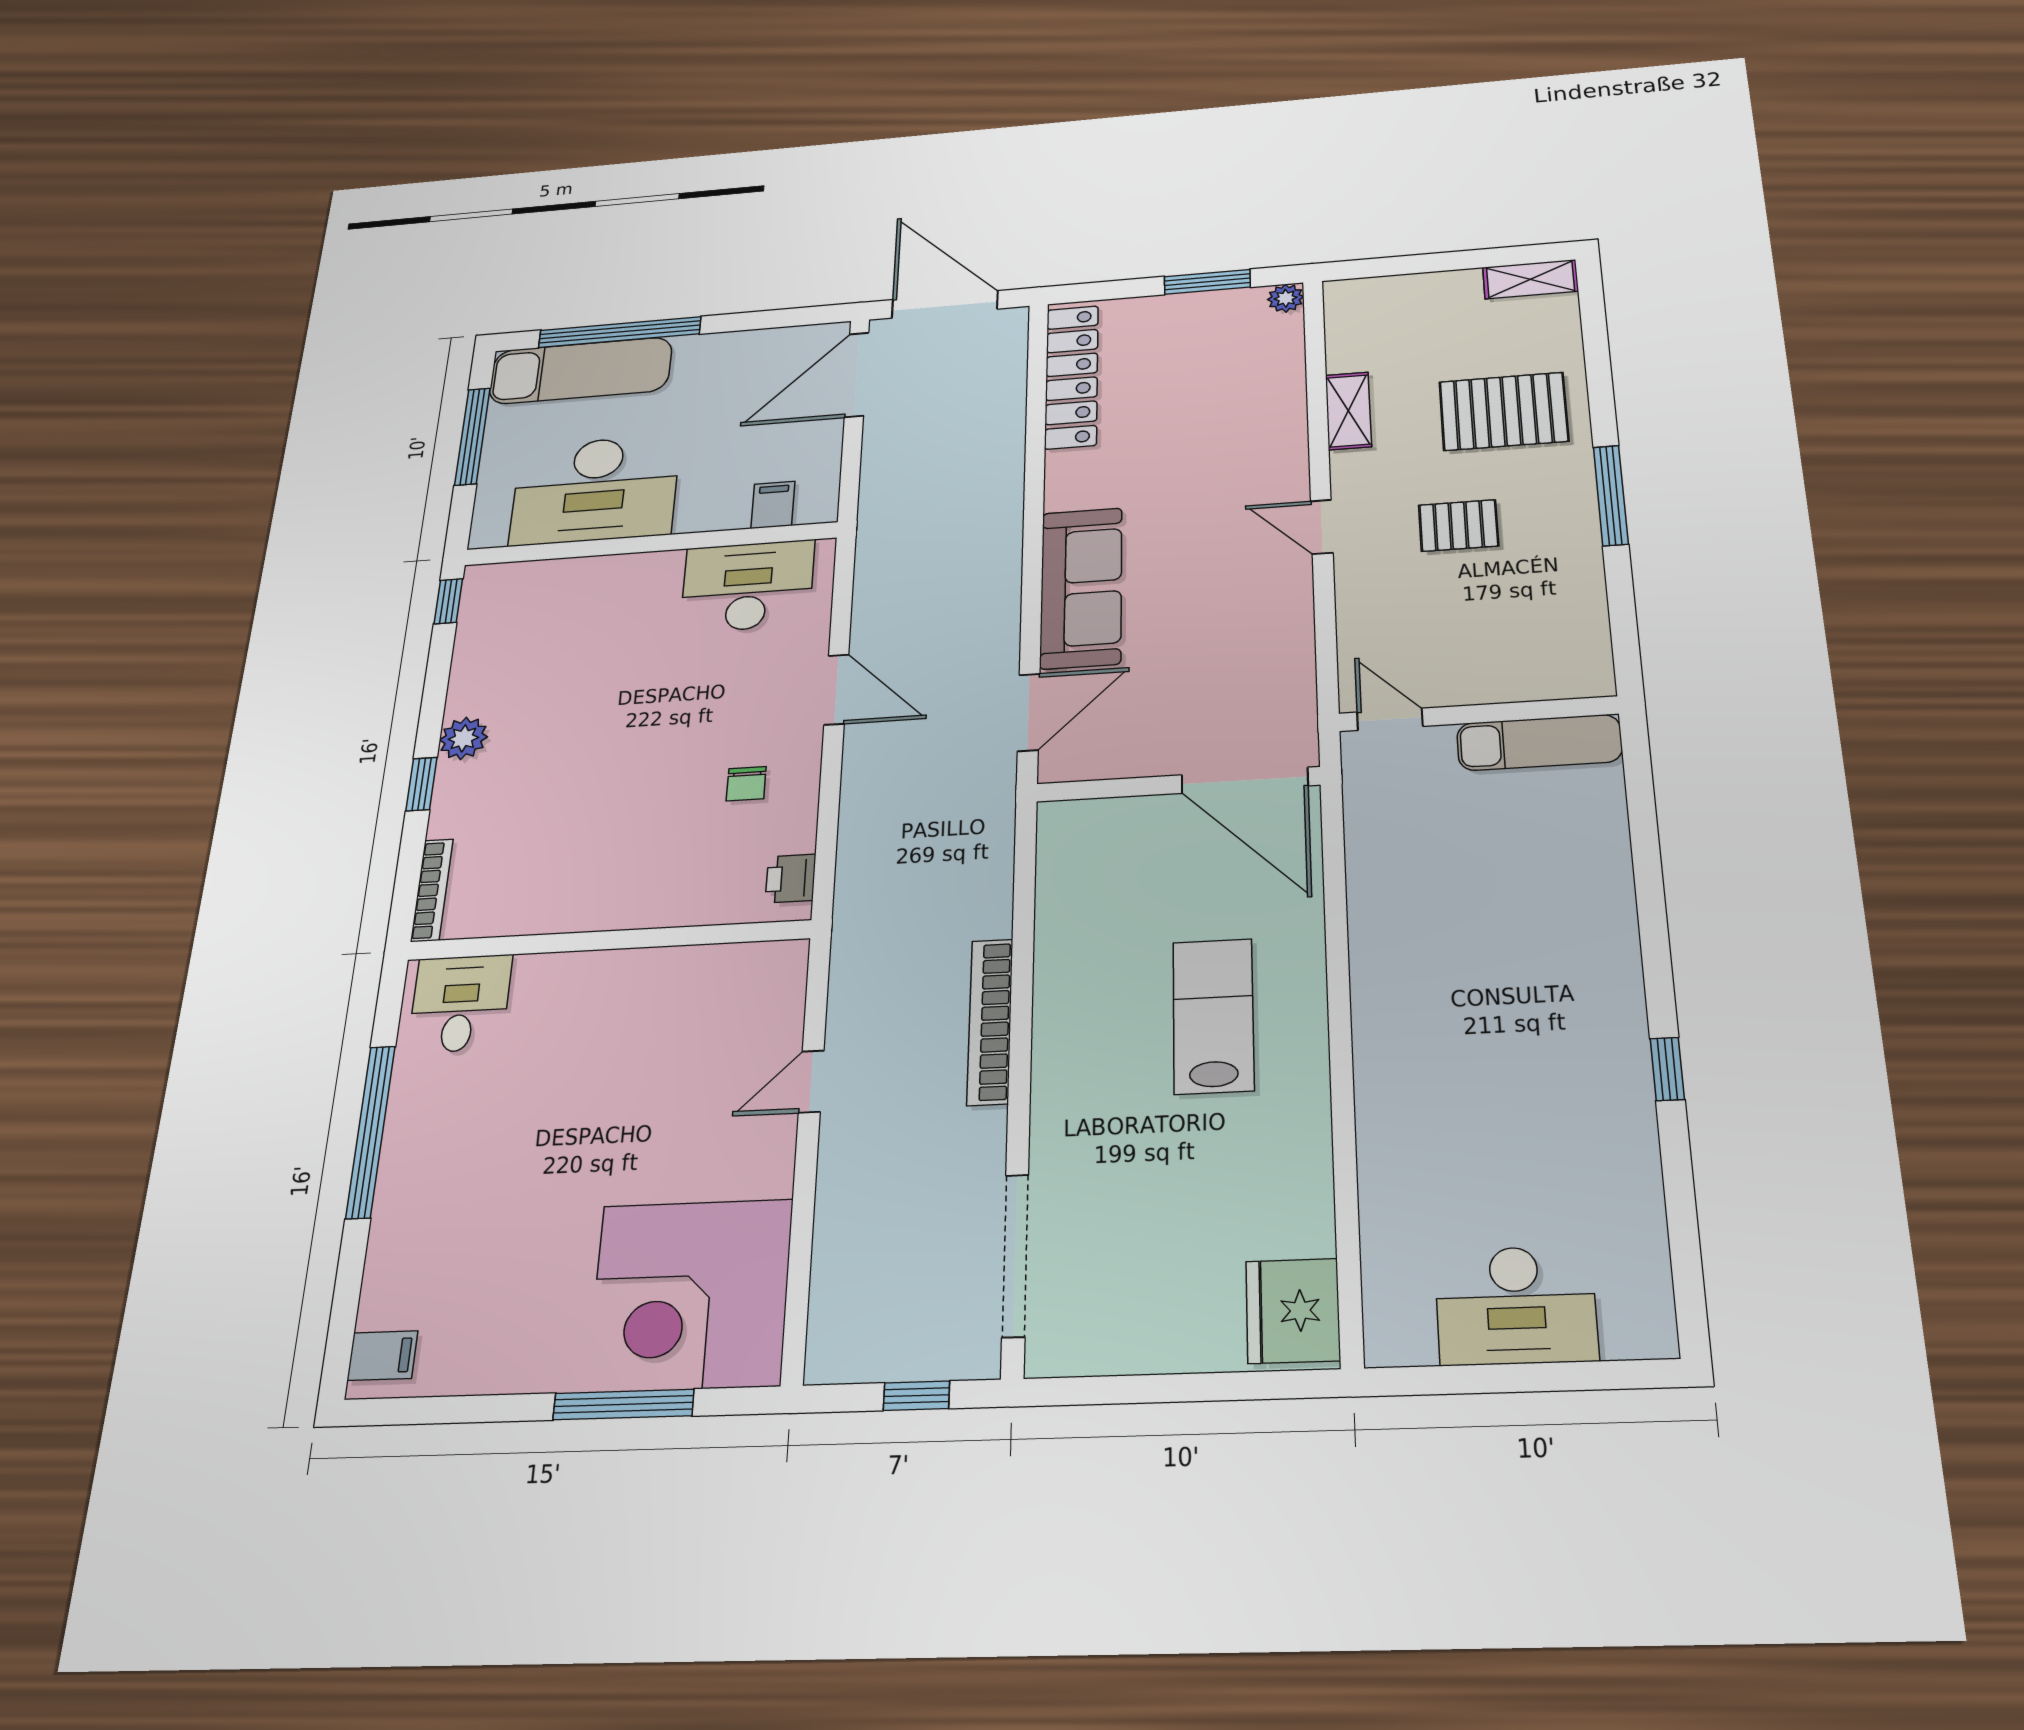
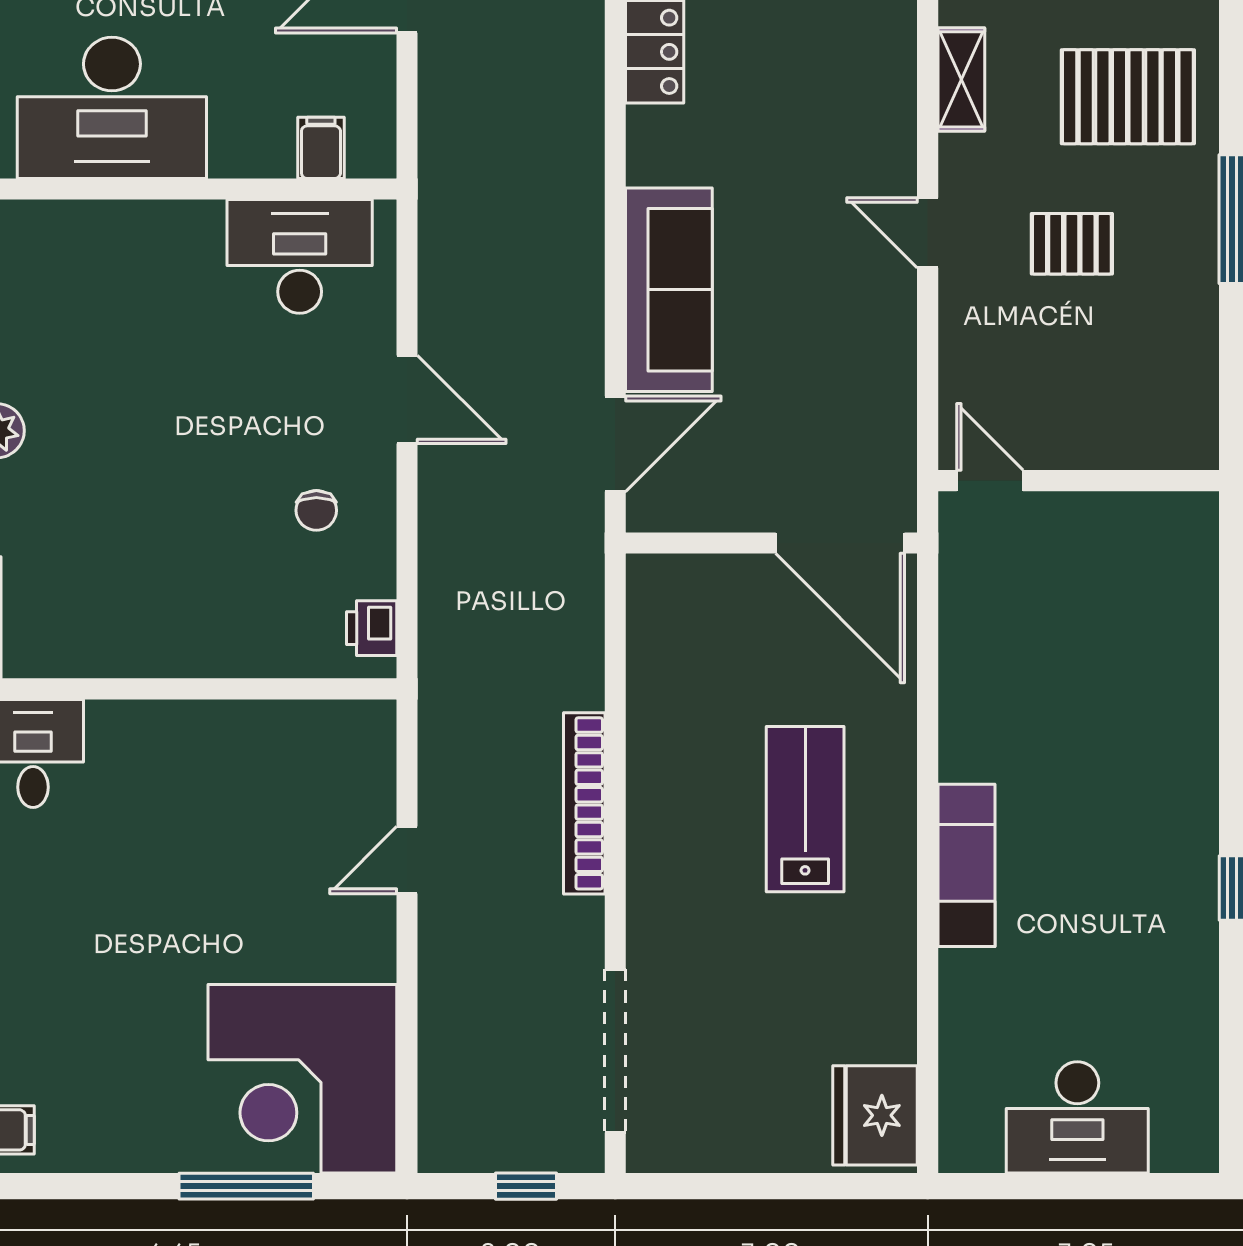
exam couch: (1539, 743) -> (967, 865), moved, turned -90

